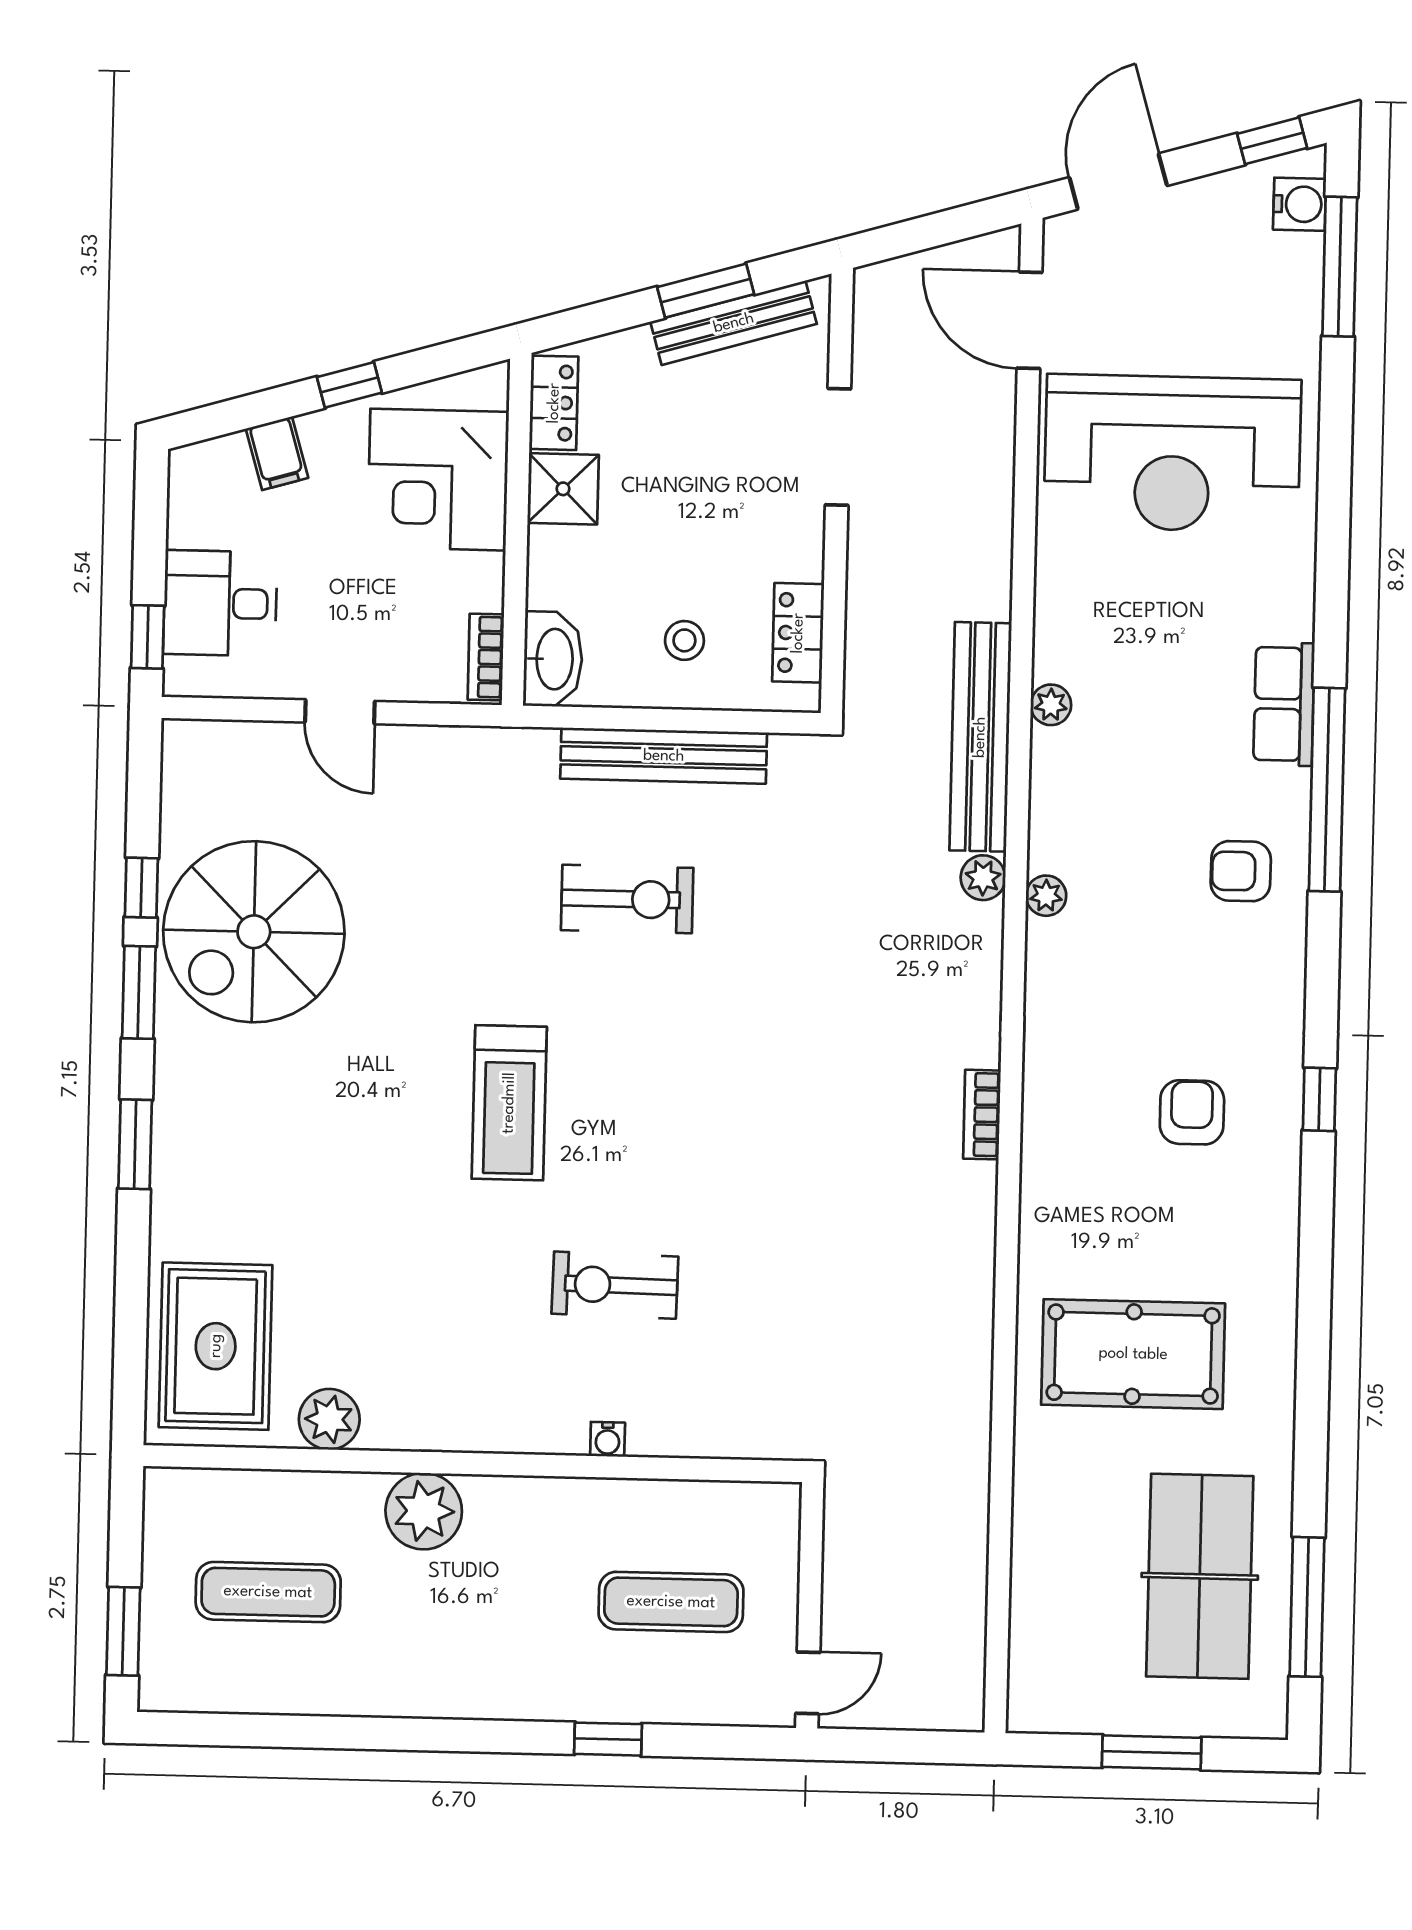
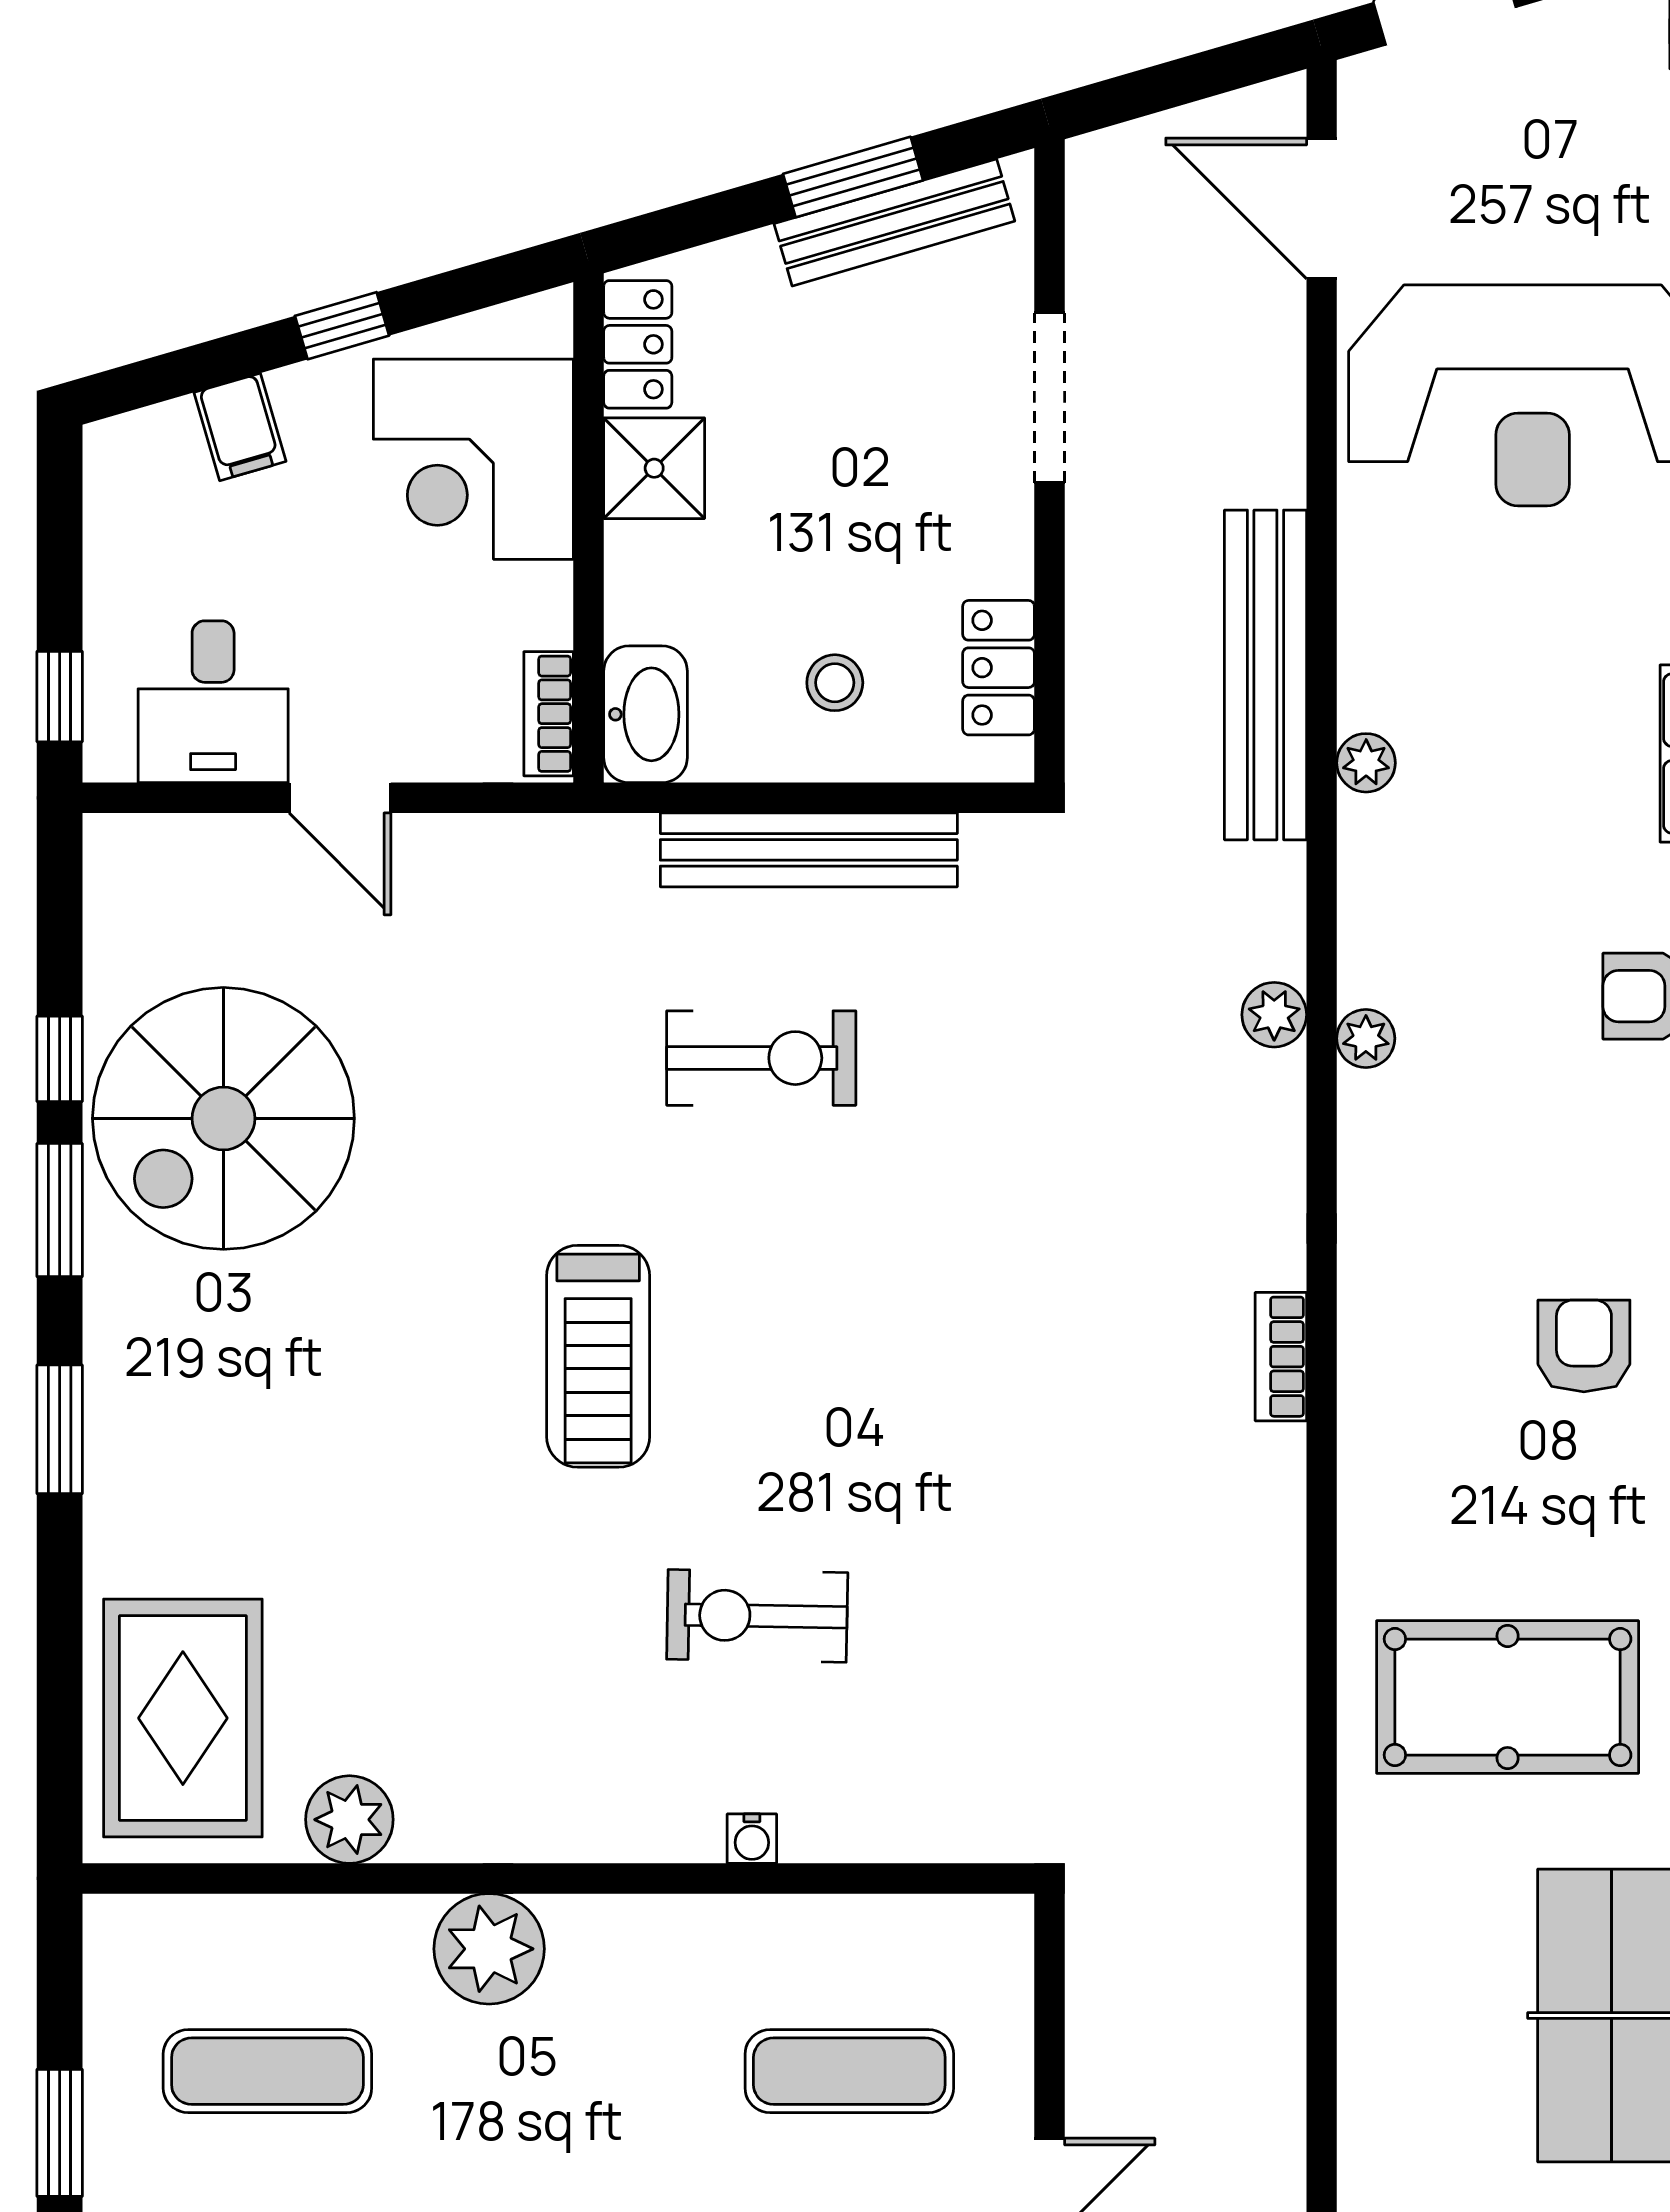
desk: (220, 603) -> (213, 702), moved, turned -90
bench: (980, 737) -> (1265, 675), moved

